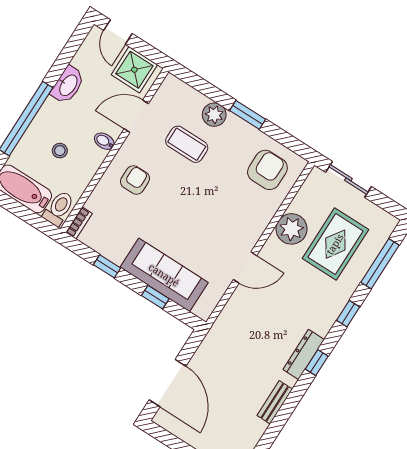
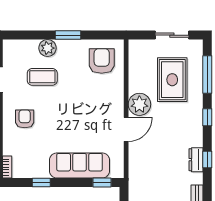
sliding door: (348, 179) -> (172, 35), moved
plant: (292, 229) -> (139, 104), moved
window: (155, 297) -> (102, 183), moved
dresser: (304, 355) -> (196, 160), width x0.70

